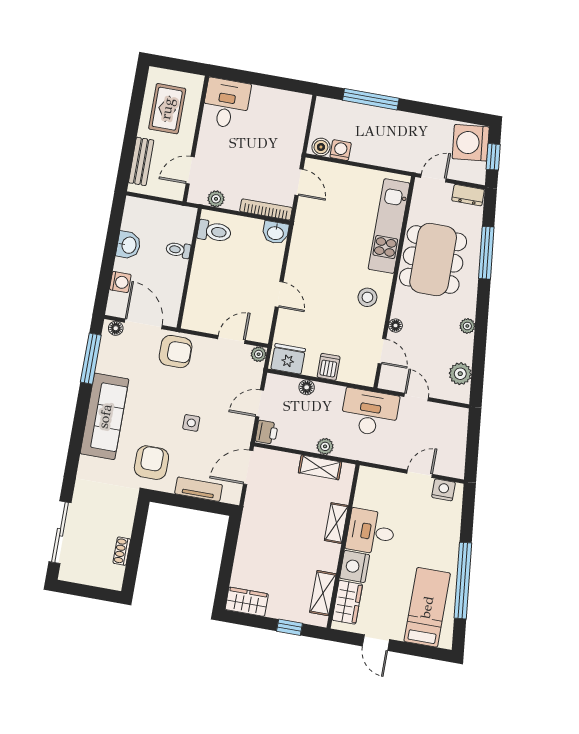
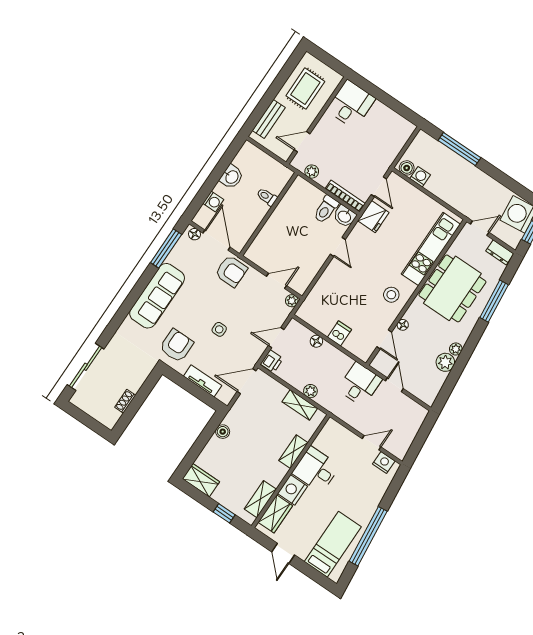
toilet: (214, 231) -> (326, 209), moved, turned 90
door: (279, 294) -> (338, 247), moved
fridge: (288, 359) -> (373, 217), moved, turned 90
plant: (460, 374) -> (445, 362), moved
desk: (370, 413) -> (360, 384), width x0.73
boiler: (247, 536) -> (223, 432), added

